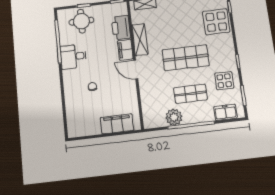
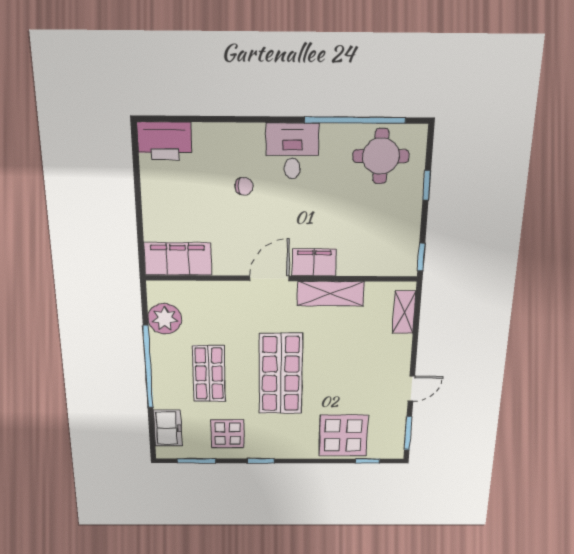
round table: (81, 21) -> (381, 156), moved
printer: (121, 28) -> (165, 141), moved, turned 180
desk: (73, 57) -> (292, 151), moved
plant: (174, 117) -> (165, 319), moved
filing cabinet: (117, 124) -> (178, 259), moved, turned -90

